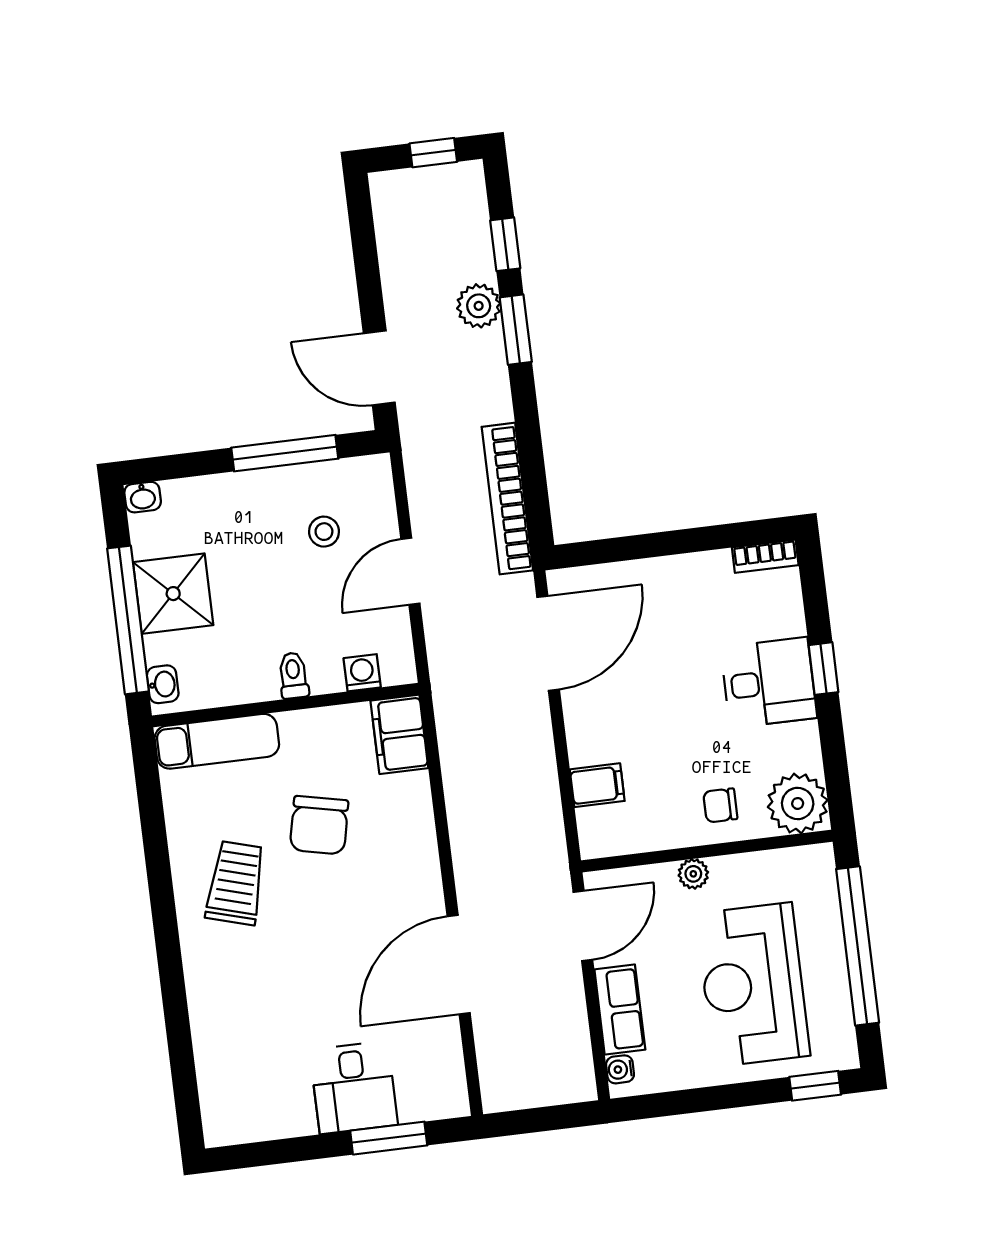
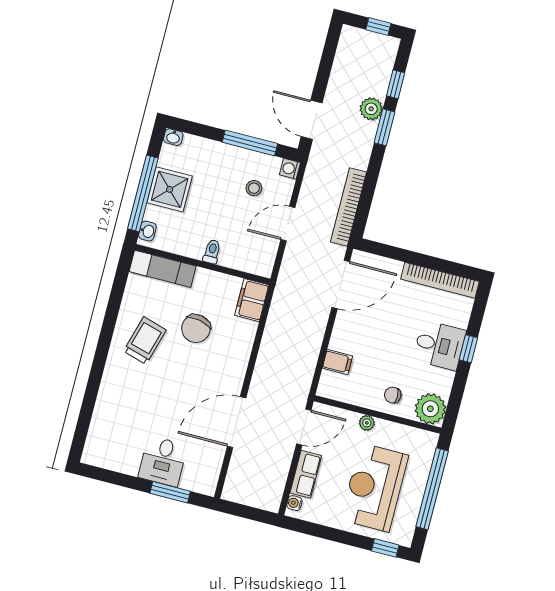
bookcase: (765, 556) -> (440, 280), width x2.31, depth x1.31
washing machine: (362, 673) -> (290, 169), moved, turned -90

